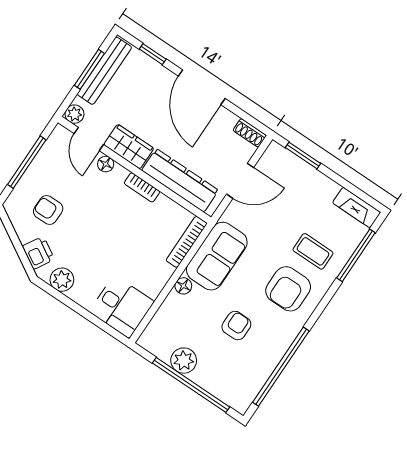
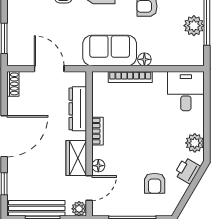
dresser: (180, 180) -> (78, 109), width x0.73, depth x0.80
bookcase: (187, 242) -> (130, 77), moved

